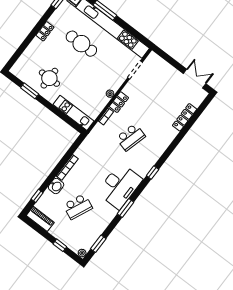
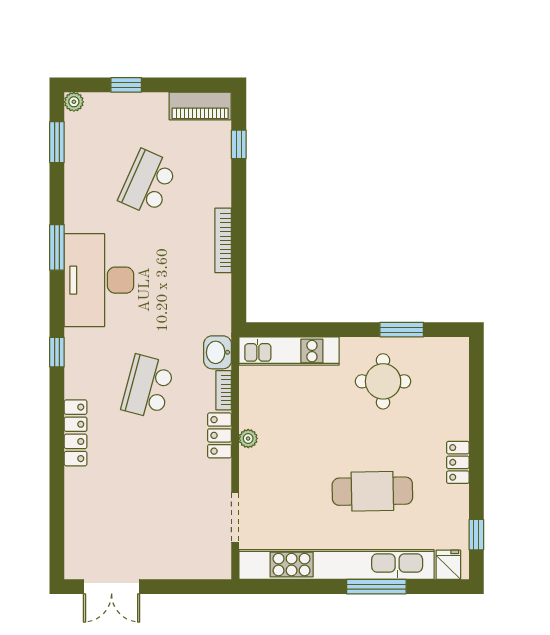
locker: (185, 117) -> (76, 433), moved
washbasin: (56, 186) -> (218, 352), moved

